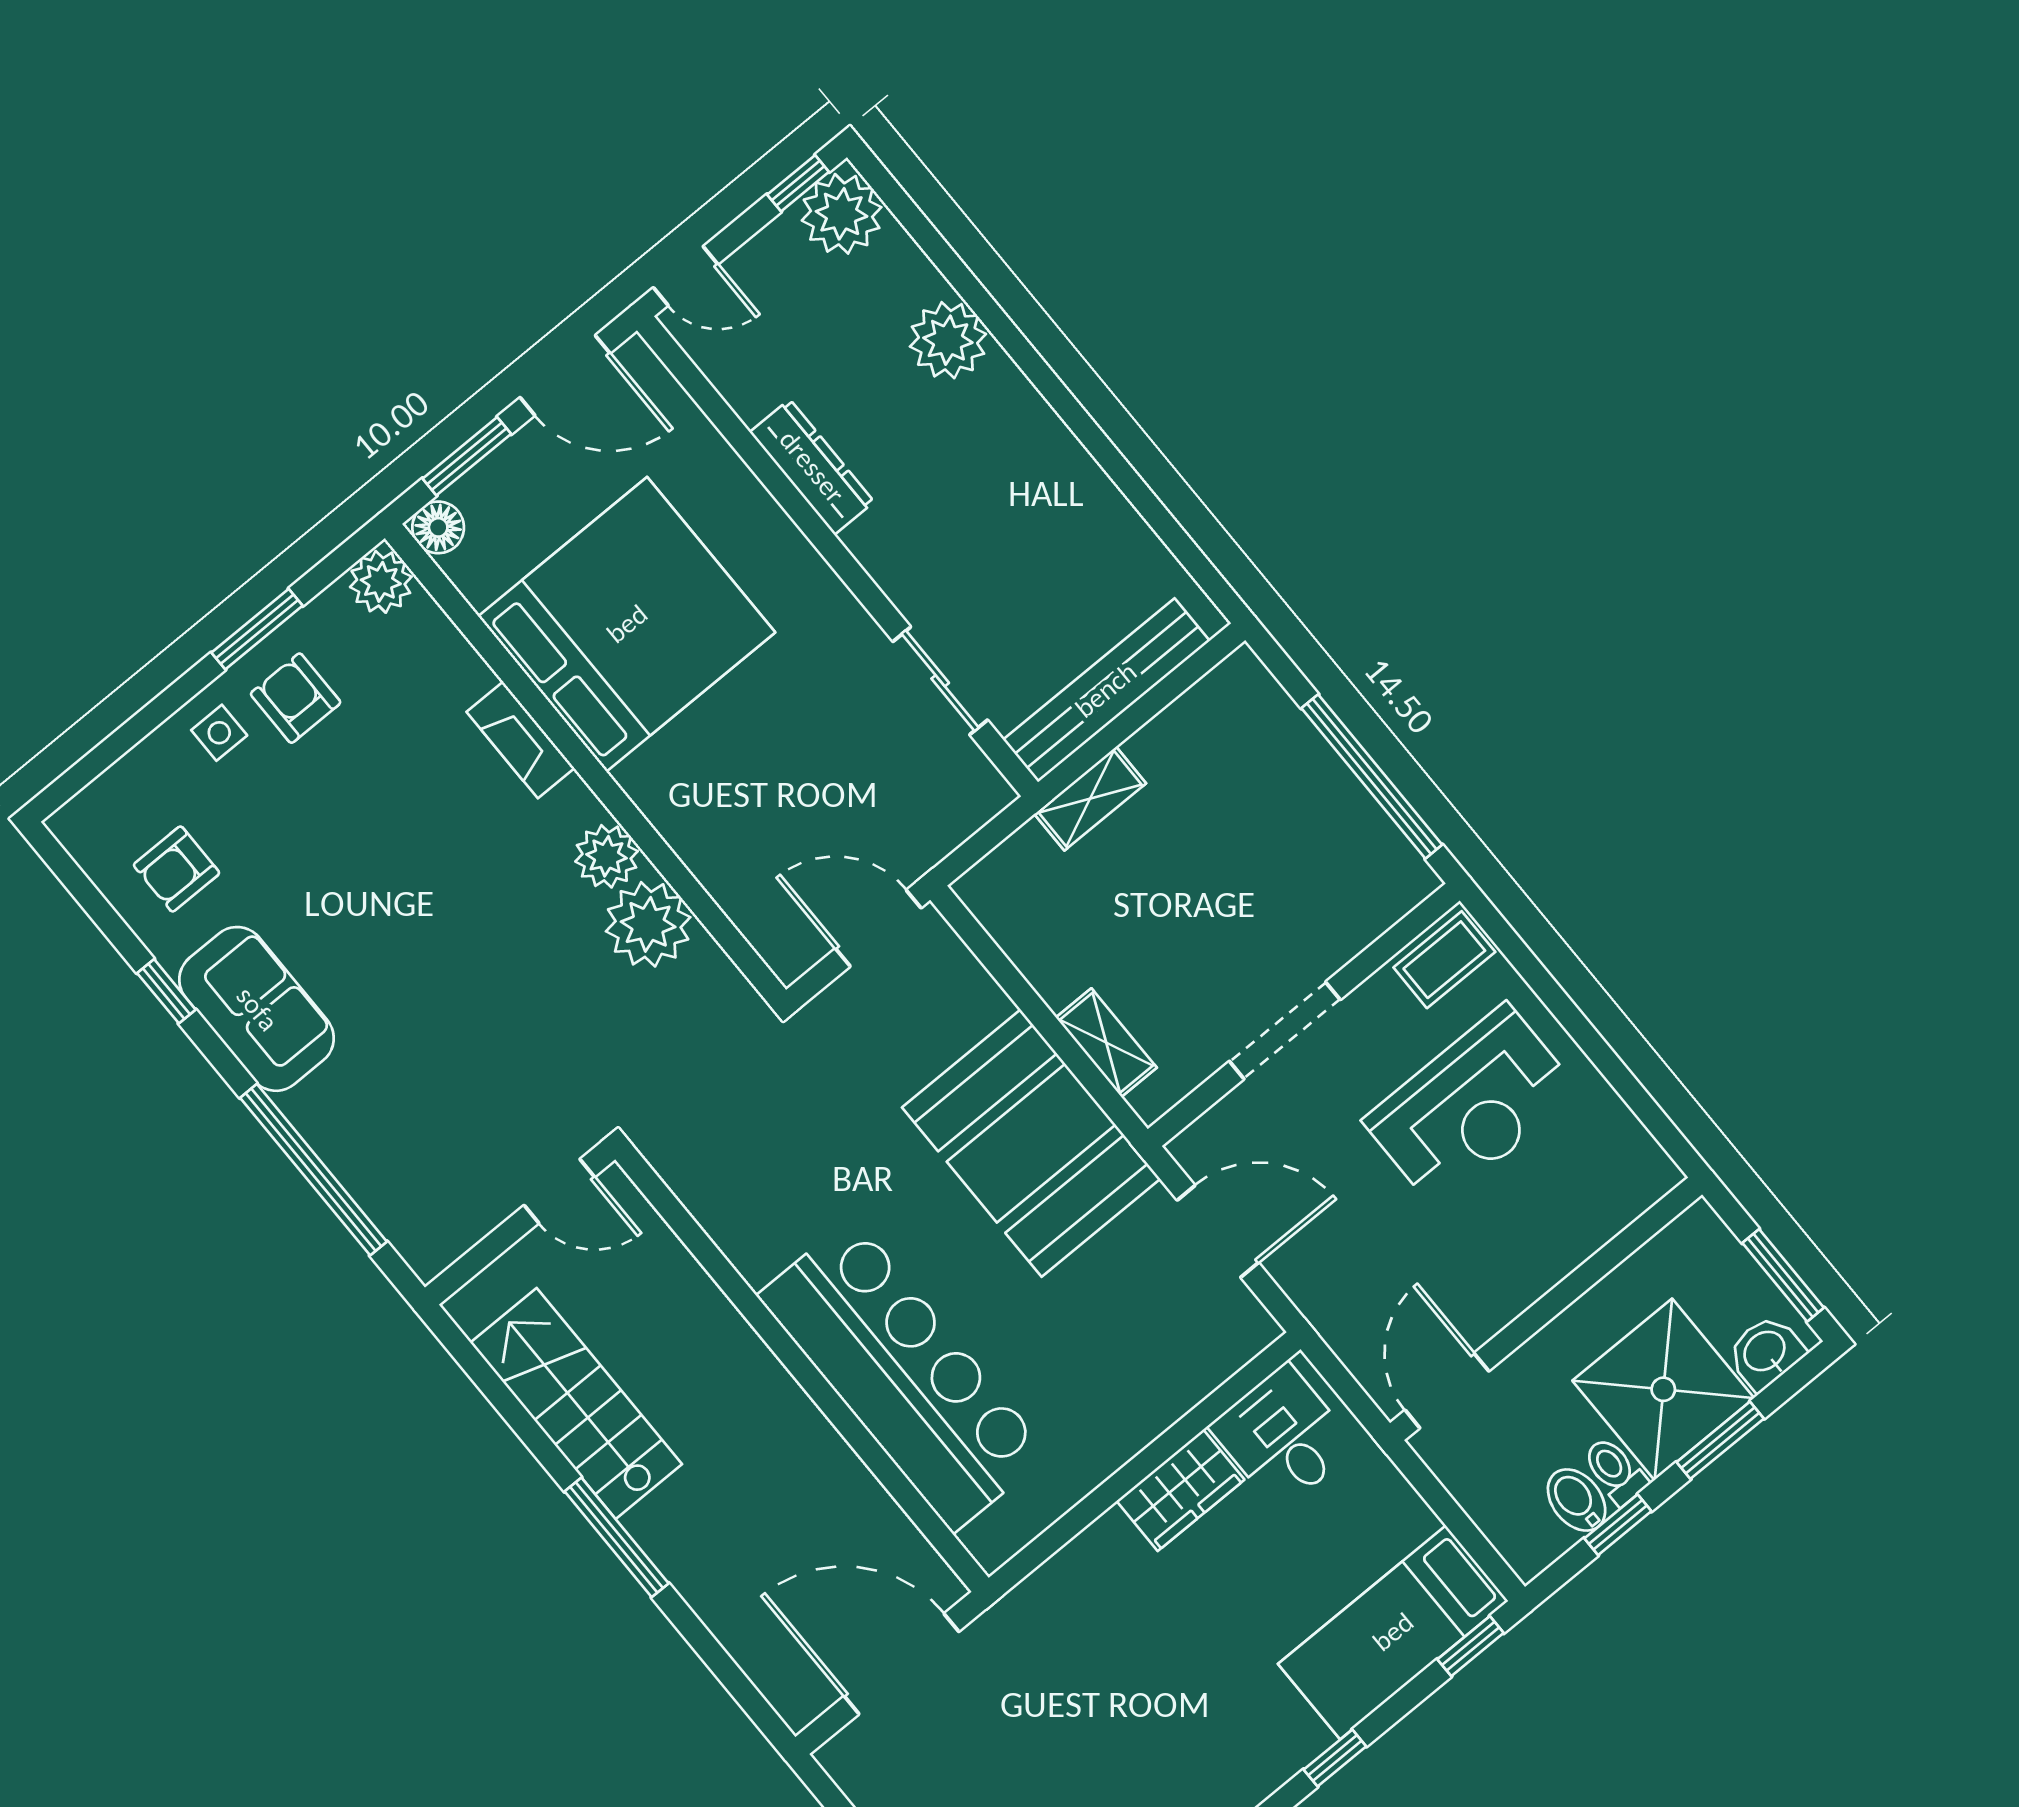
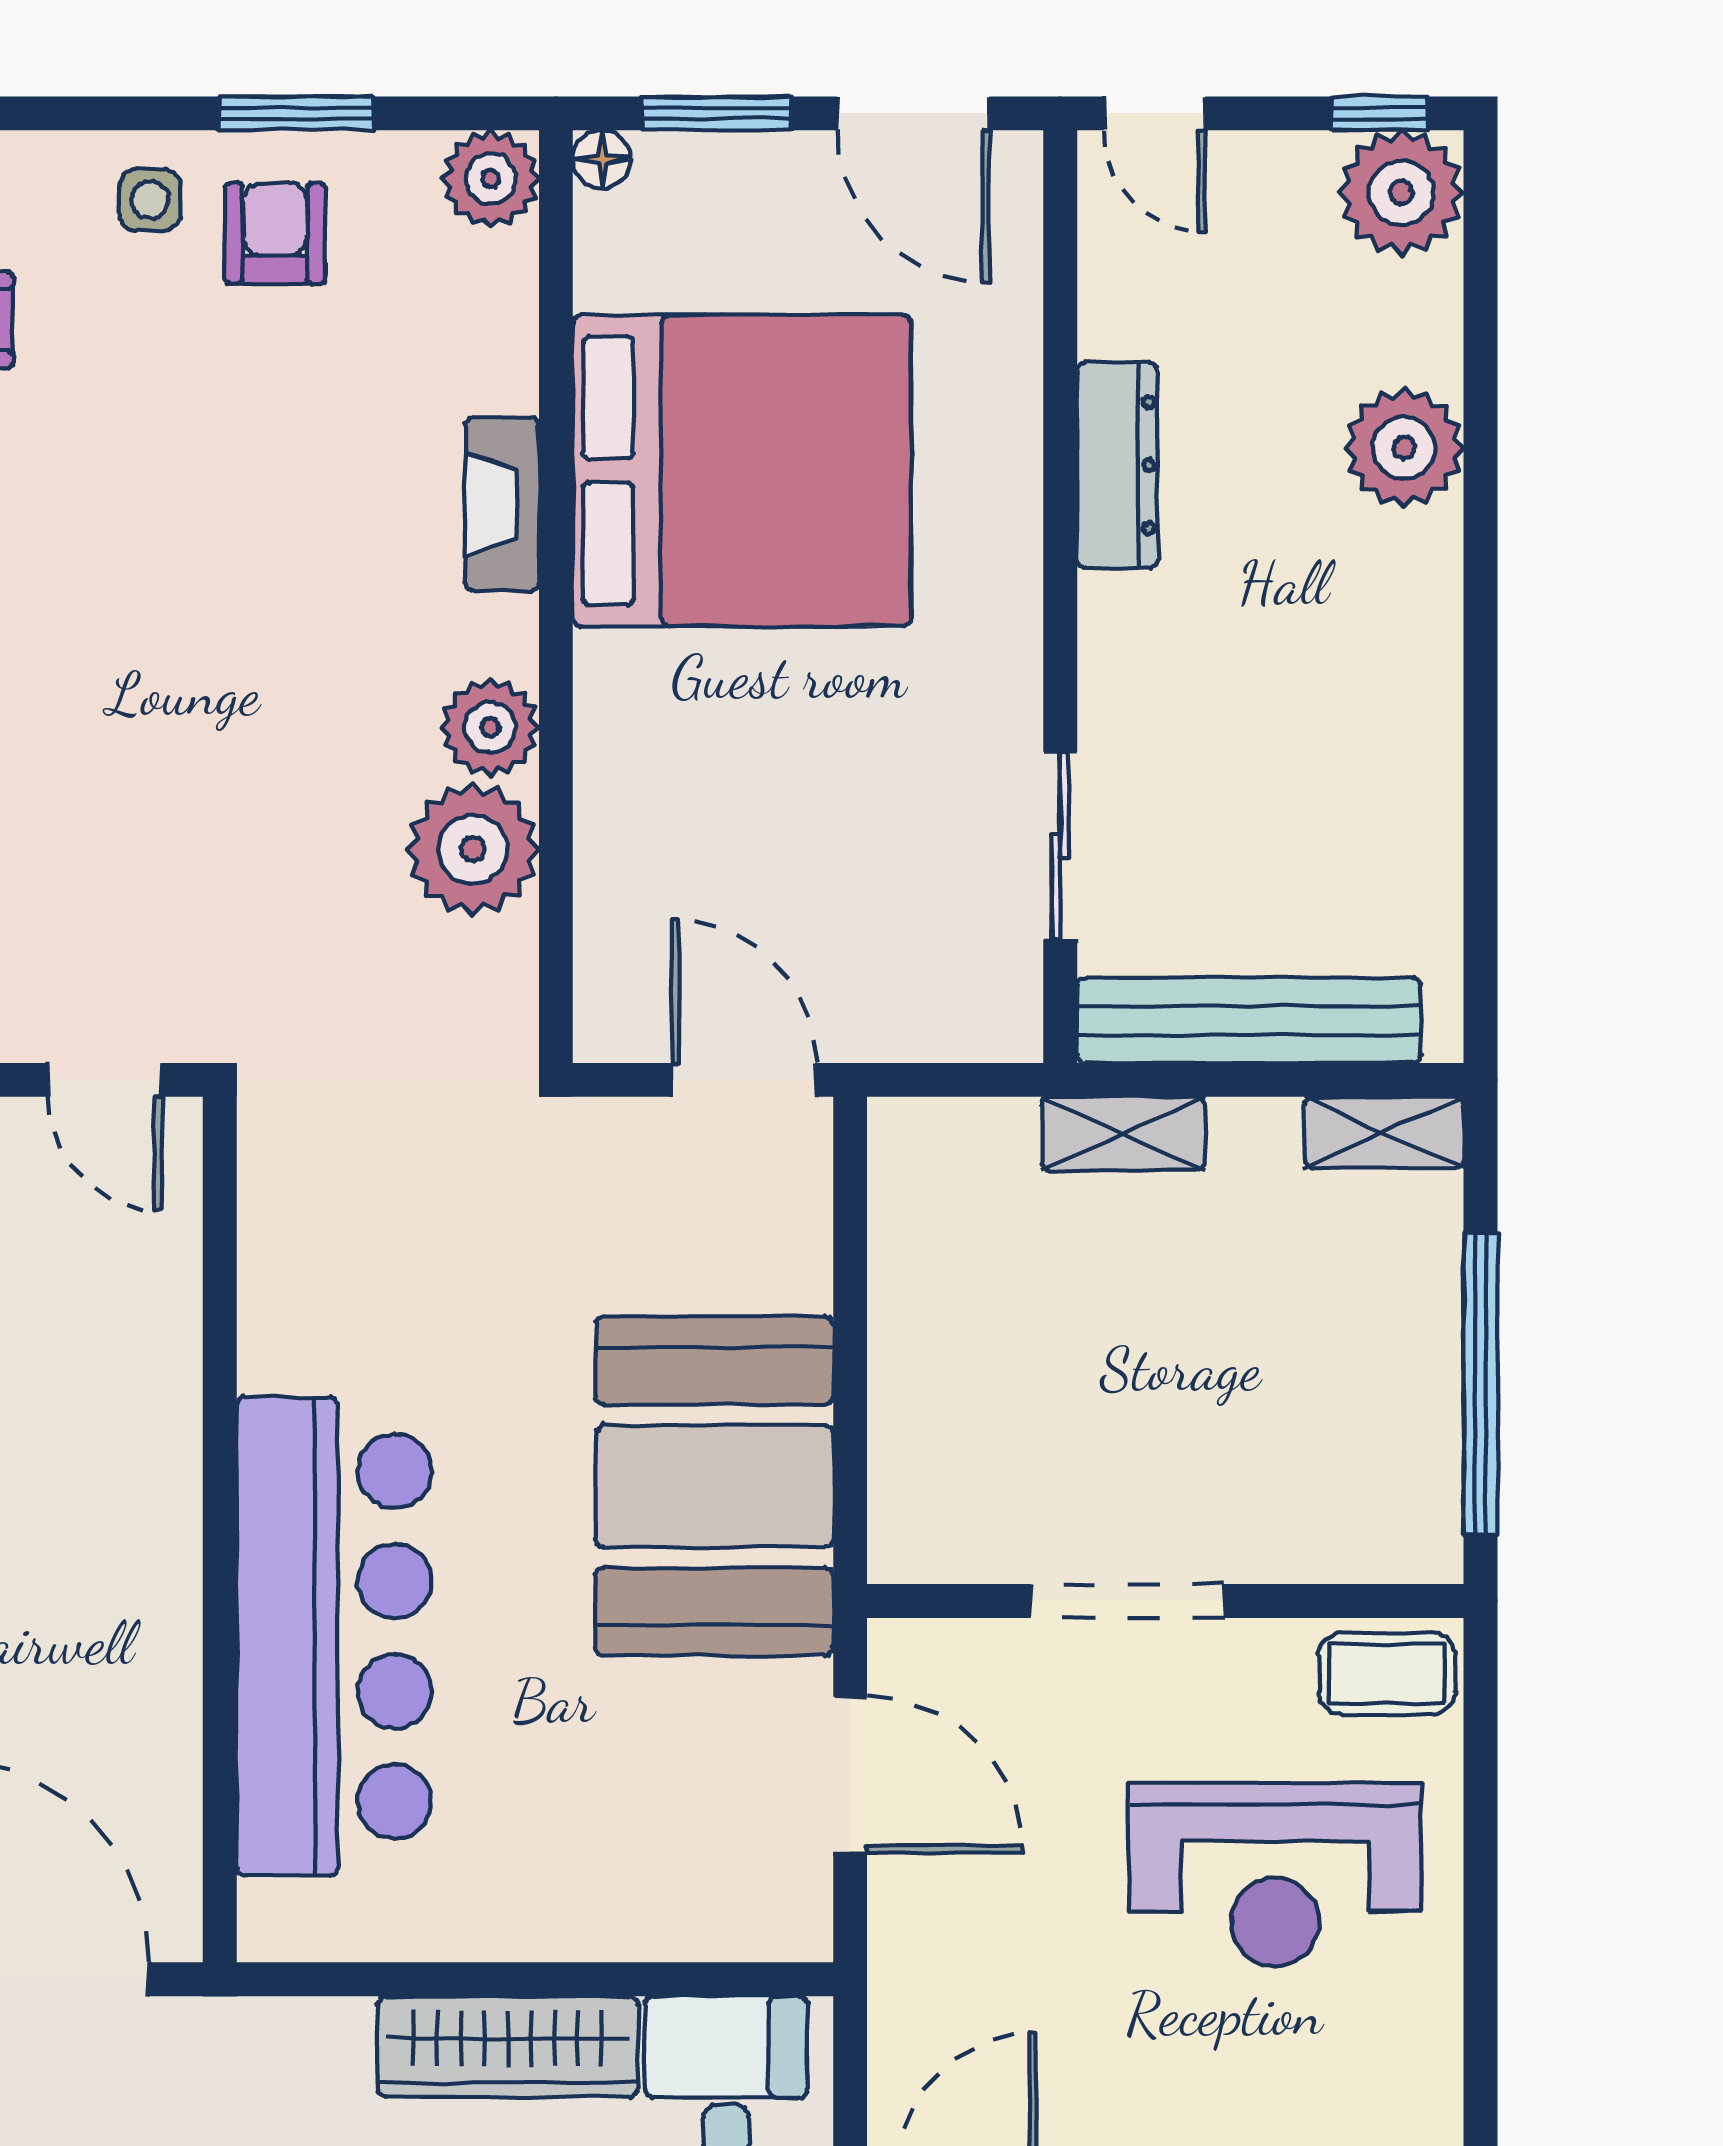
floor lamp: (438, 527) -> (602, 159), width x0.73, depth x0.73
shelving: (1106, 1043) -> (1384, 1133), moved, turned 90
wardrobe: (1180, 1490) -> (508, 2046), width x1.50

